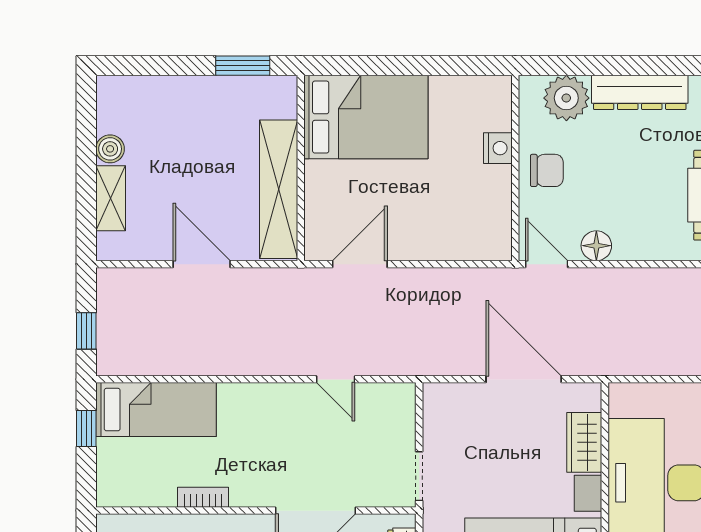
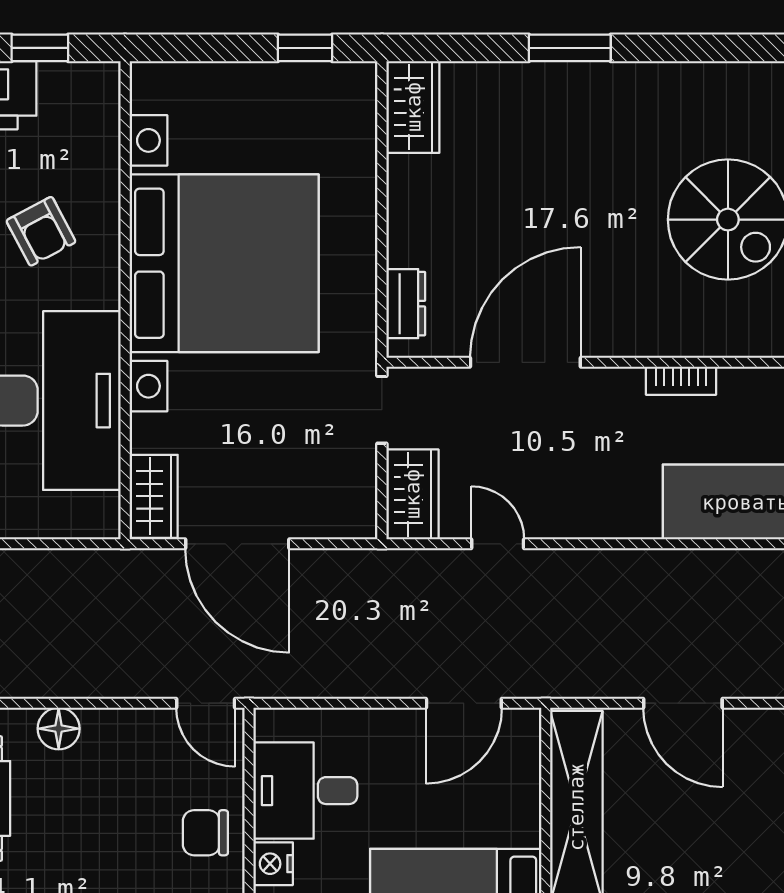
desk: (474, 201) -> (305, 791), added
floor lamp: (596, 246) -> (59, 729), moved
wardrobe: (397, 415) -> (412, 494), added
wardrobe: (584, 442) -> (154, 496), moved

